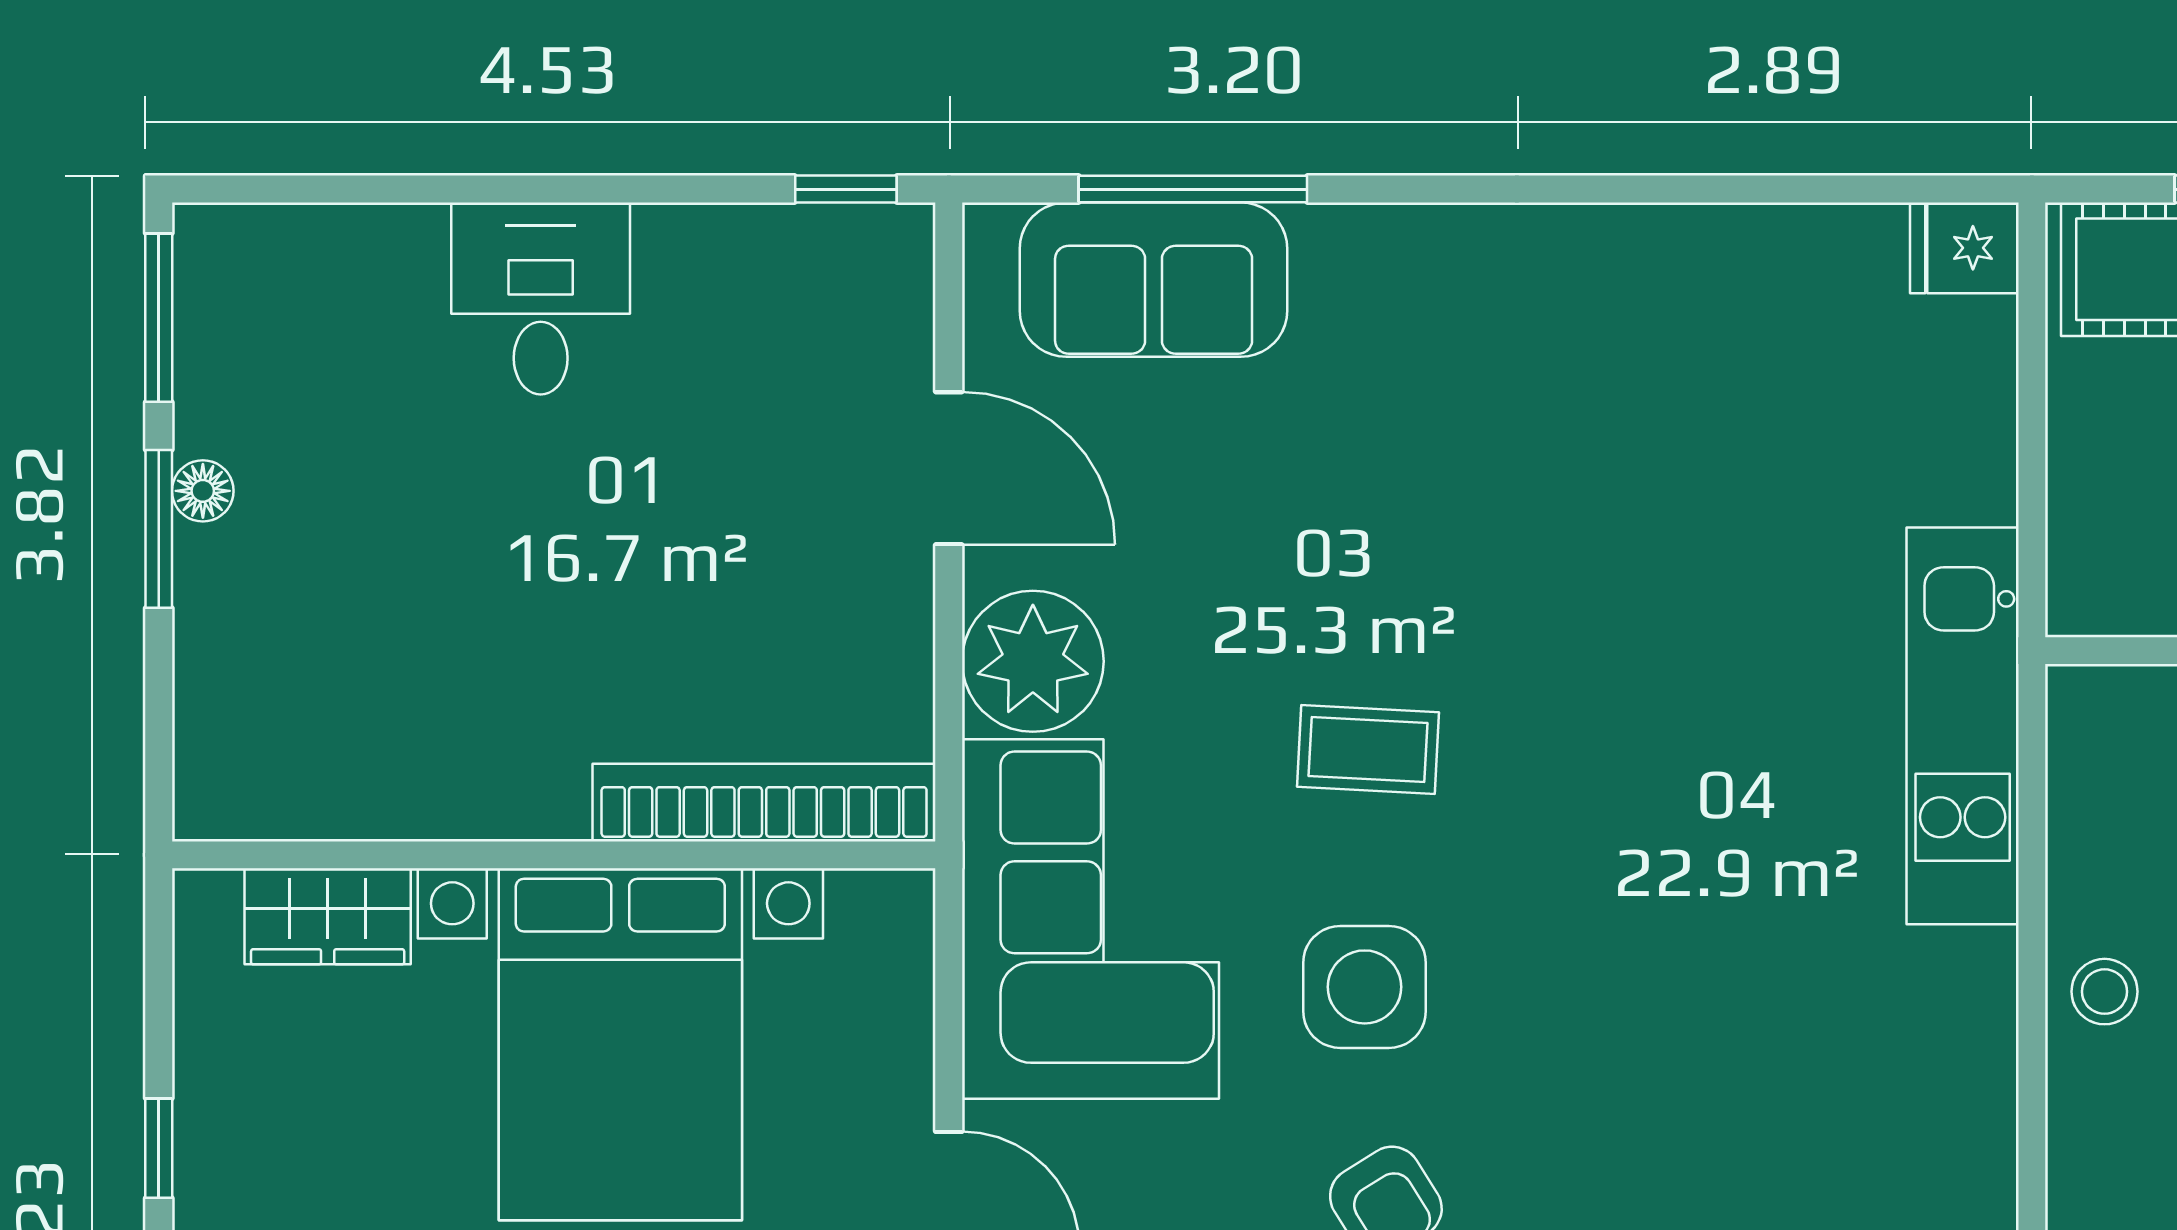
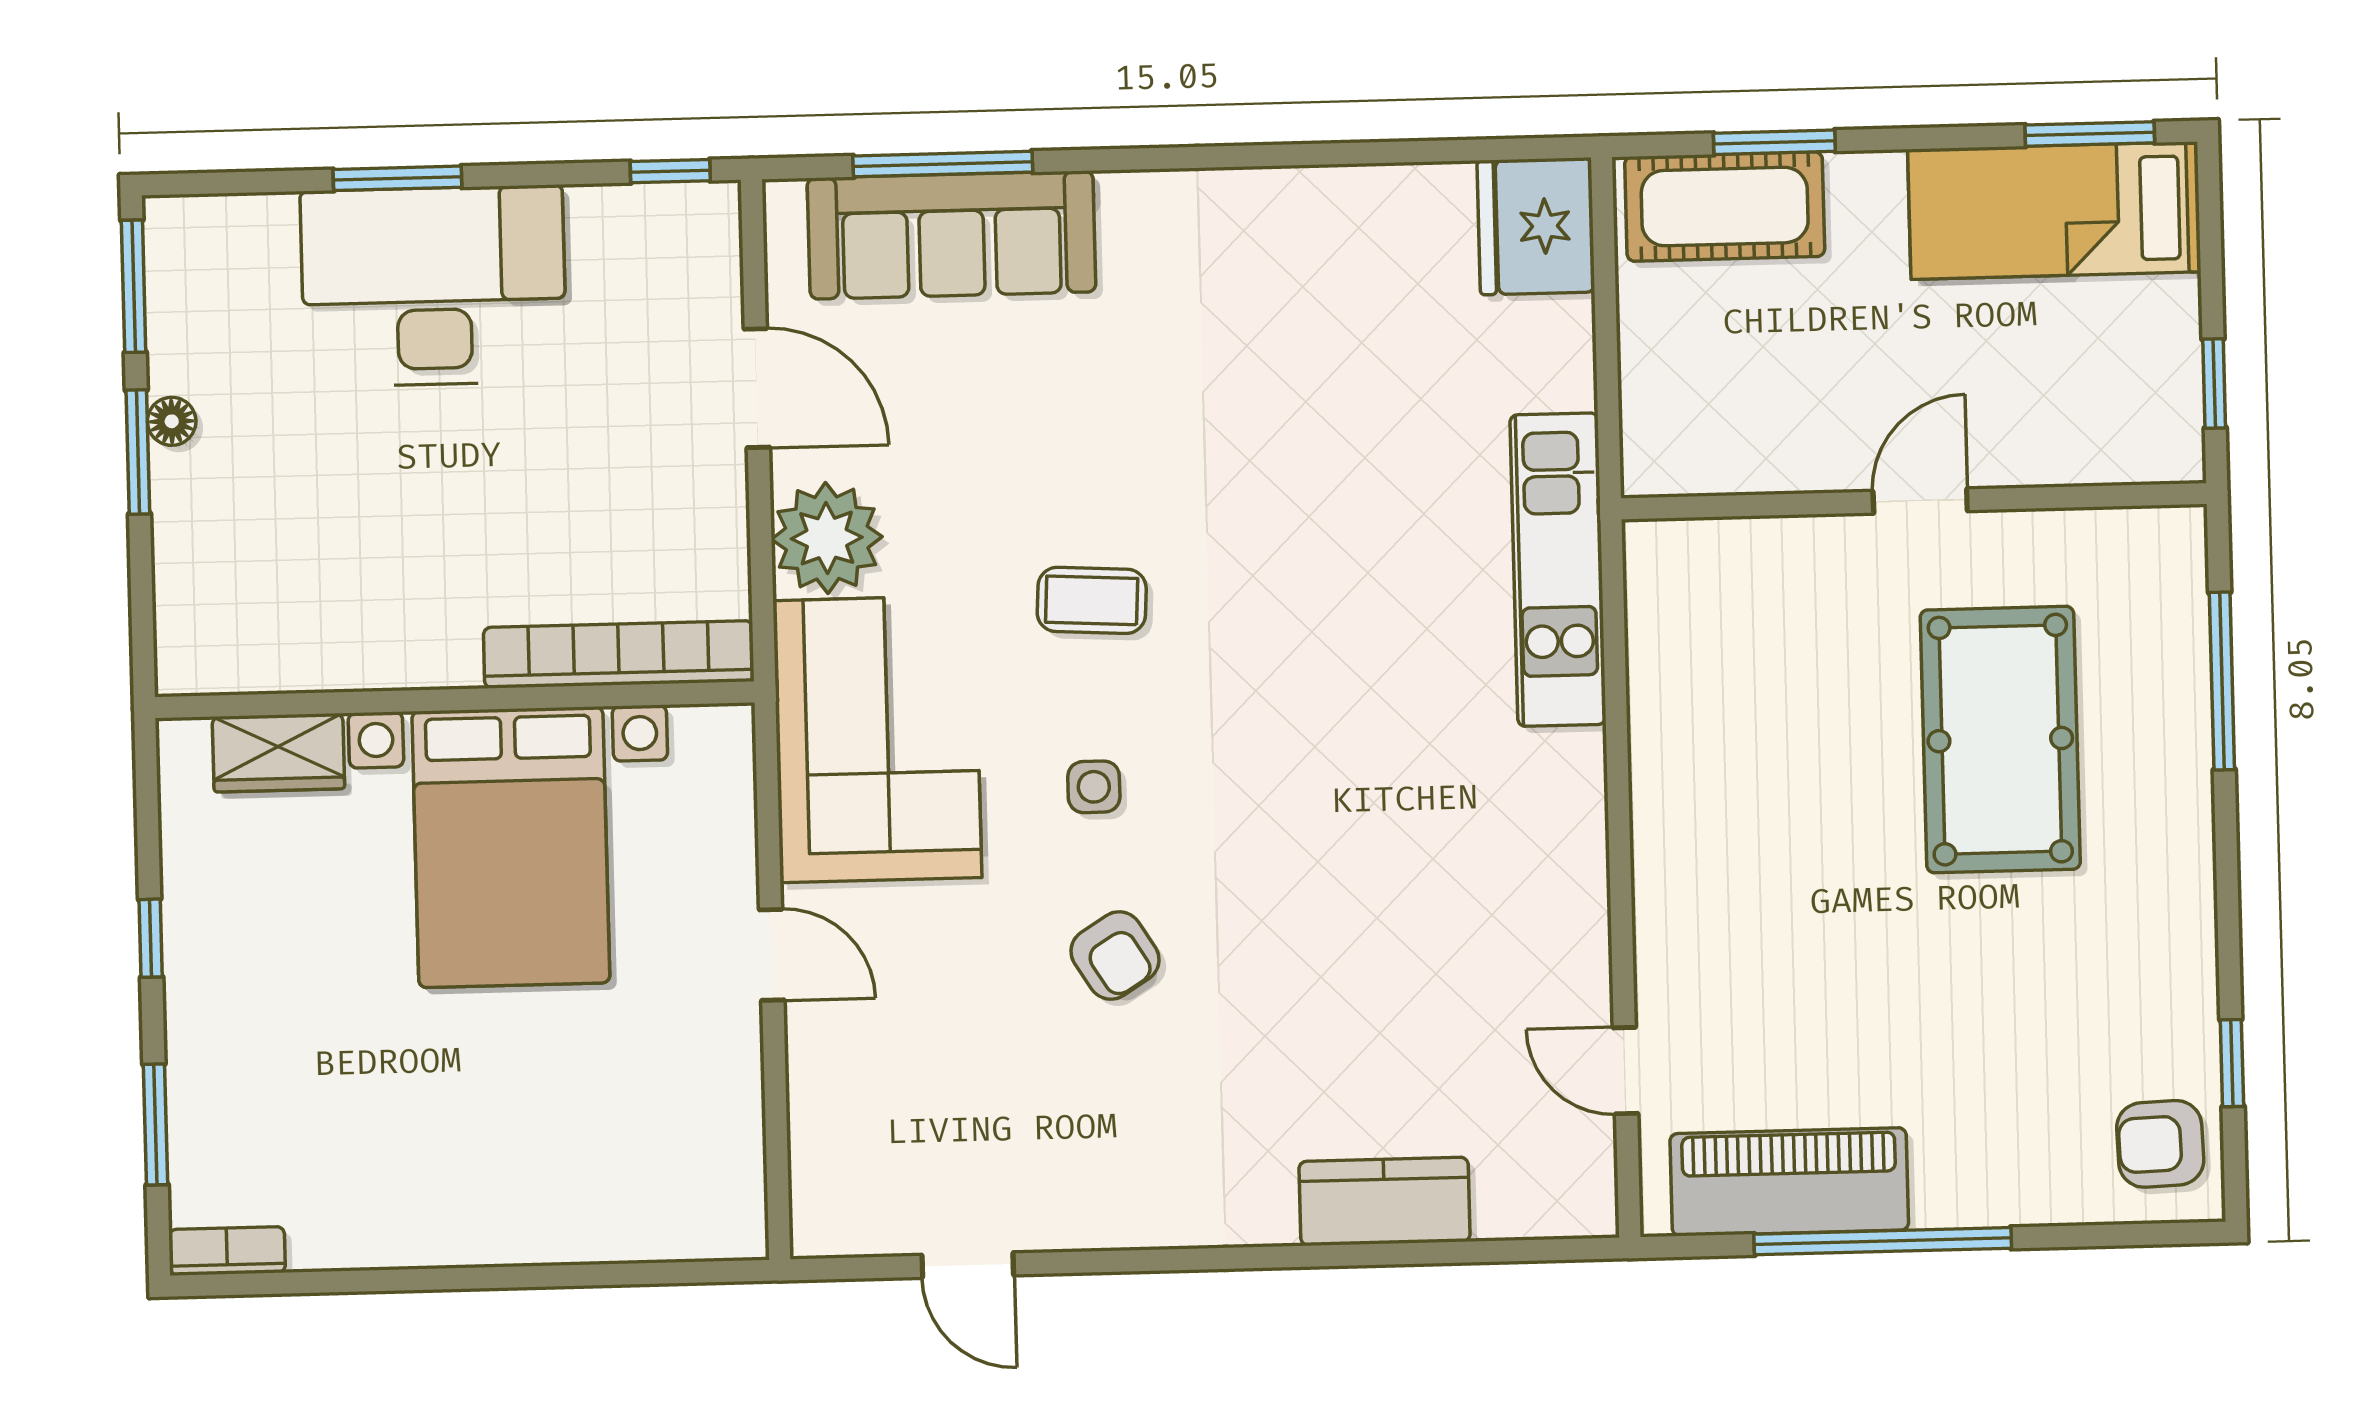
window: (498, 189) -> (397, 178), added
fridge: (1964, 248) -> (1536, 226), width x1.88, depth x1.34
sofa: (1154, 280) -> (951, 235), width x1.36
desk: (541, 298) -> (434, 286), width x1.87, depth x1.30
side table: (1365, 987) -> (1094, 787), width x0.54, depth x0.54
stool: (2105, 992) -> (1675, 775), removed

